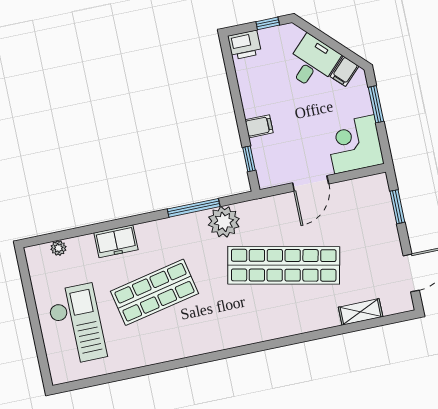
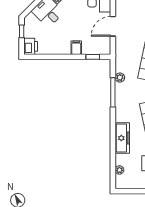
door: (311, 183) -> (113, 26), swing flipped
plant: (224, 222) -> (120, 78), width x0.53, depth x0.53
freezer: (116, 241) -> (122, 138), width x1.40

